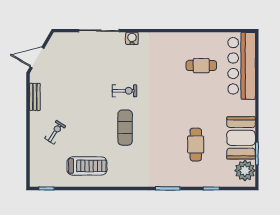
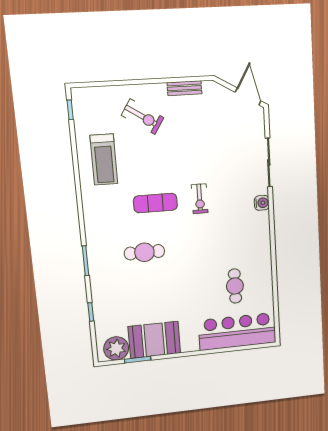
door: (37, 58) -> (248, 97), moved
exercise bike: (55, 132) -> (143, 117), width x1.38, depth x1.39
cafe table: (196, 145) -> (144, 252), moved

